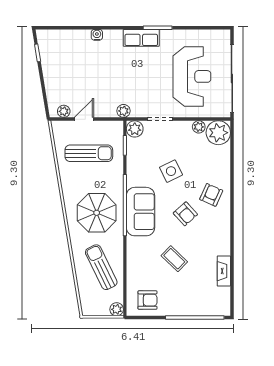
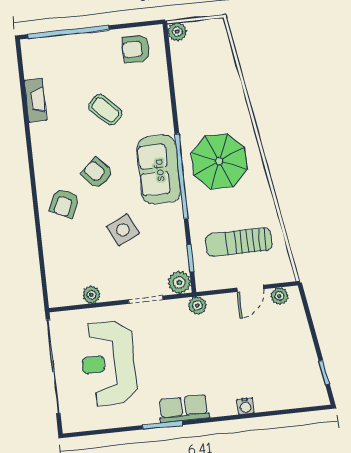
plant: (218, 133) -> (64, 290), removed
sun lounger: (101, 267) -> (205, 87), removed

